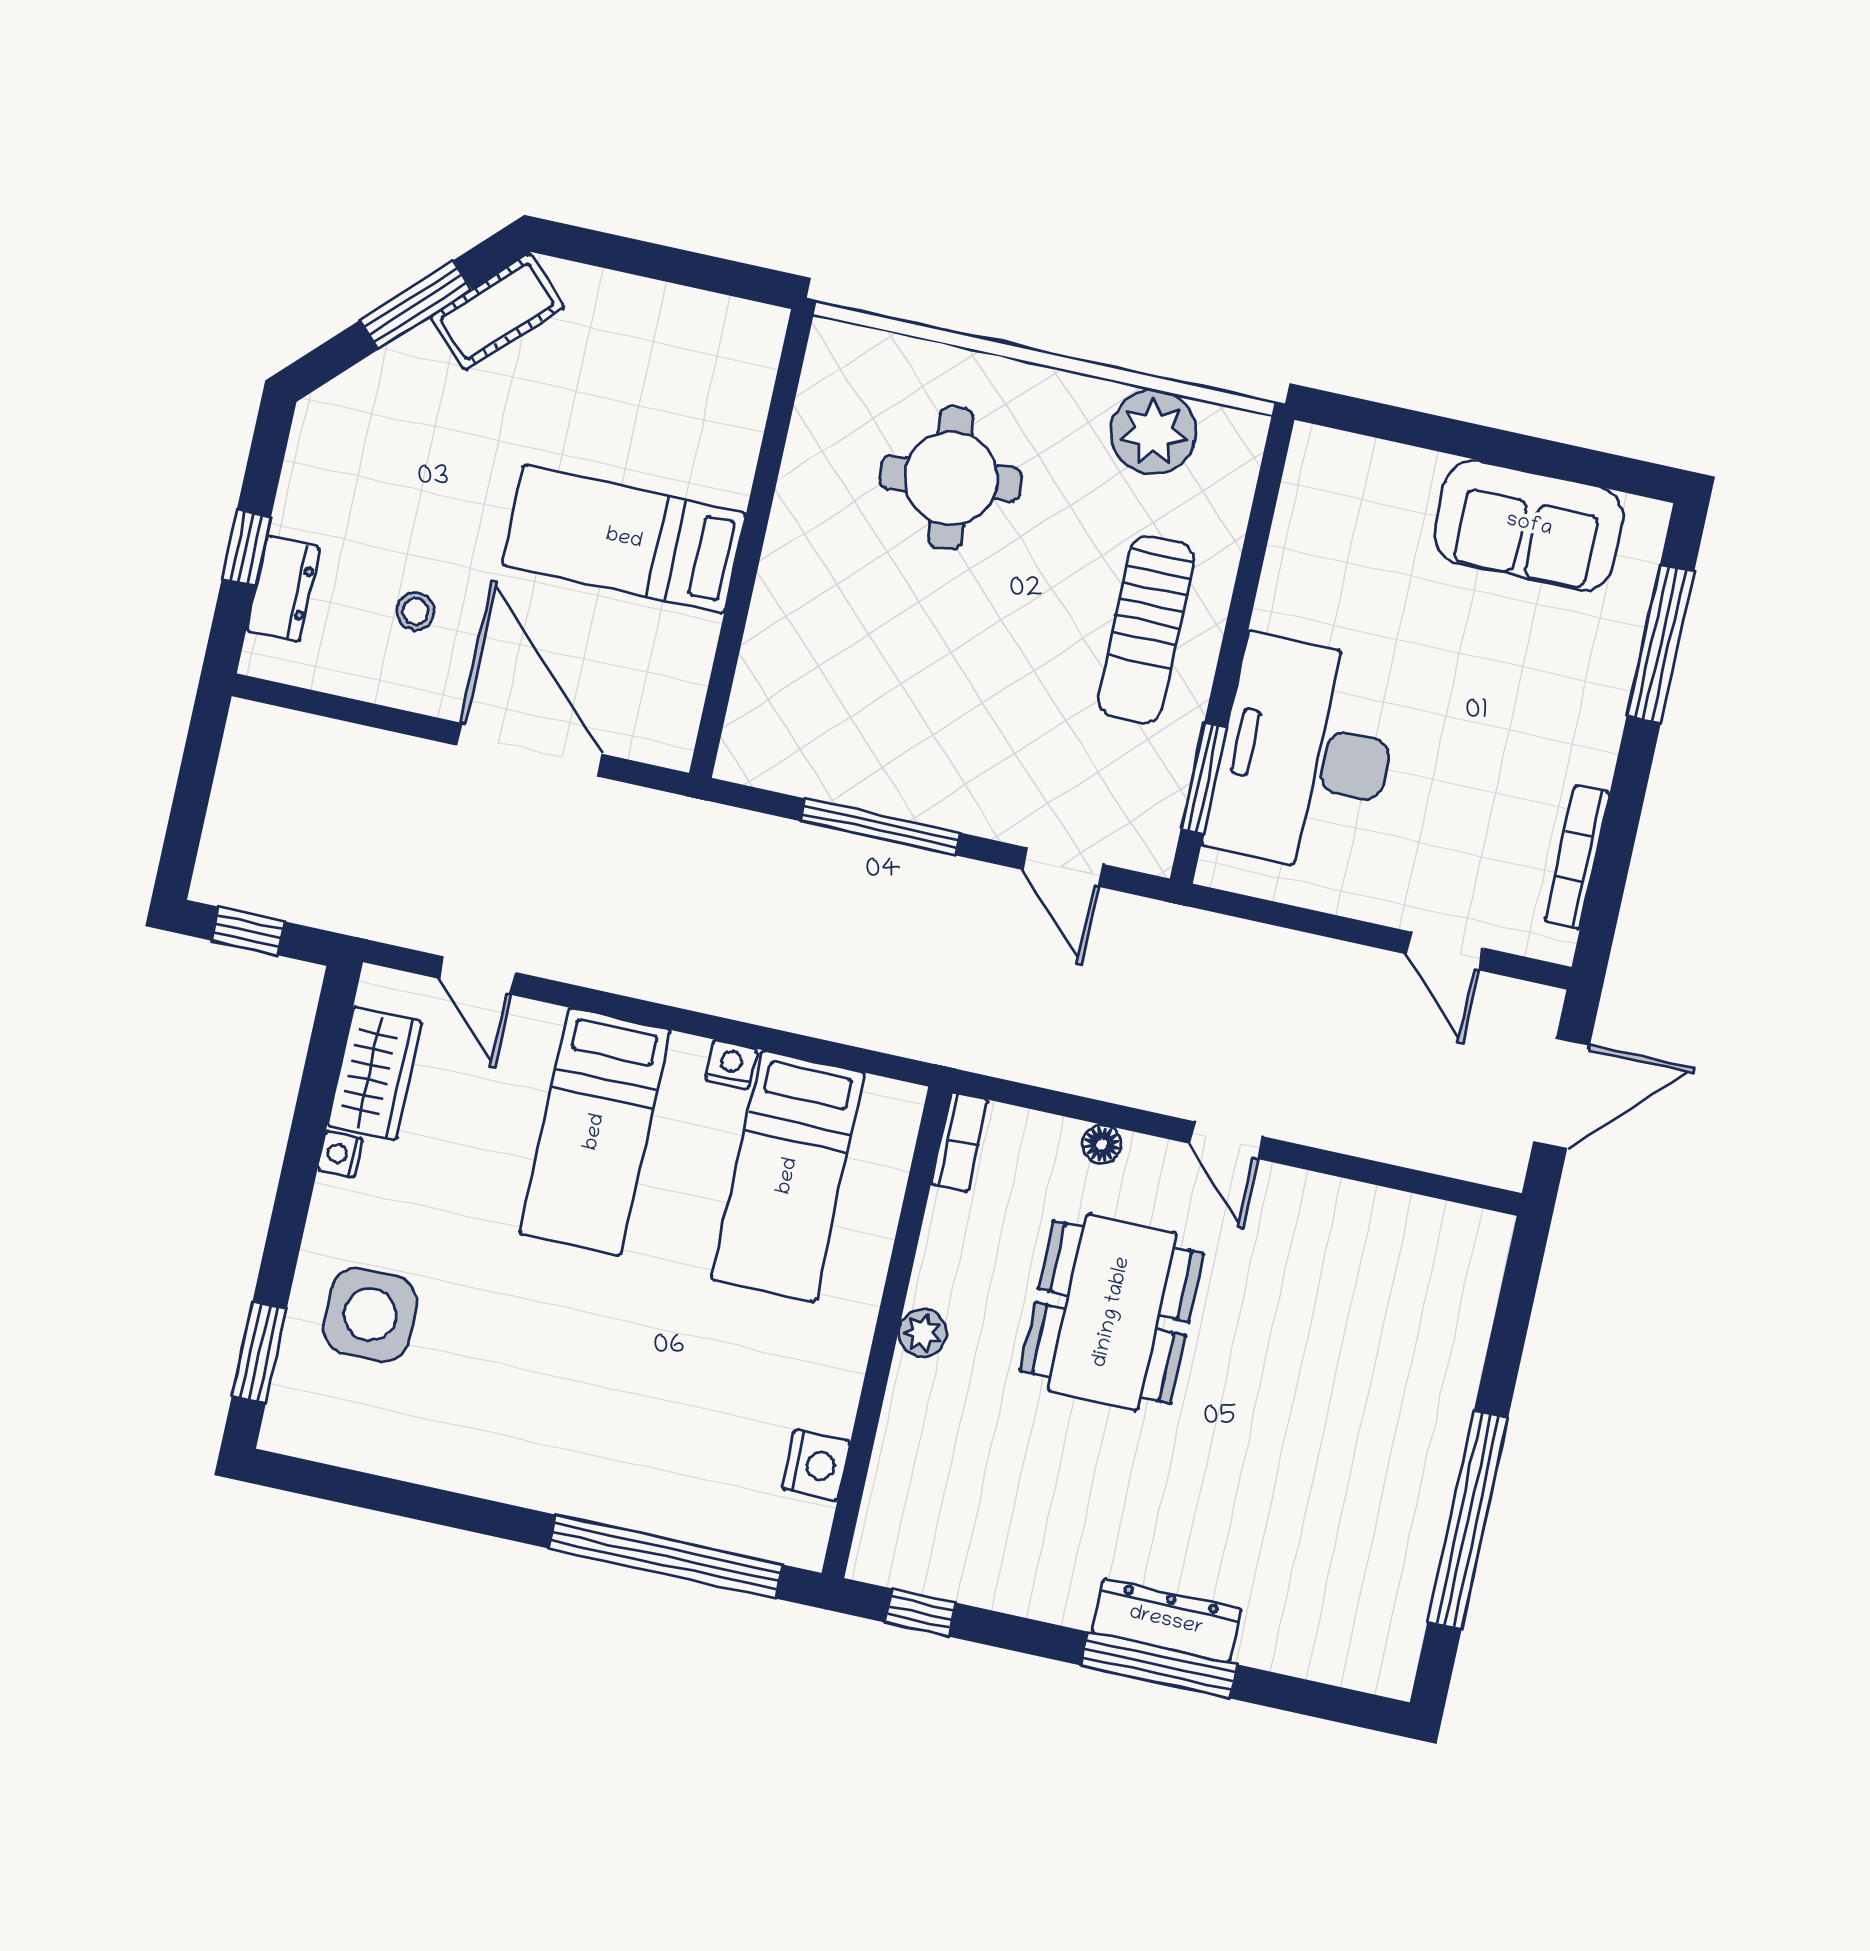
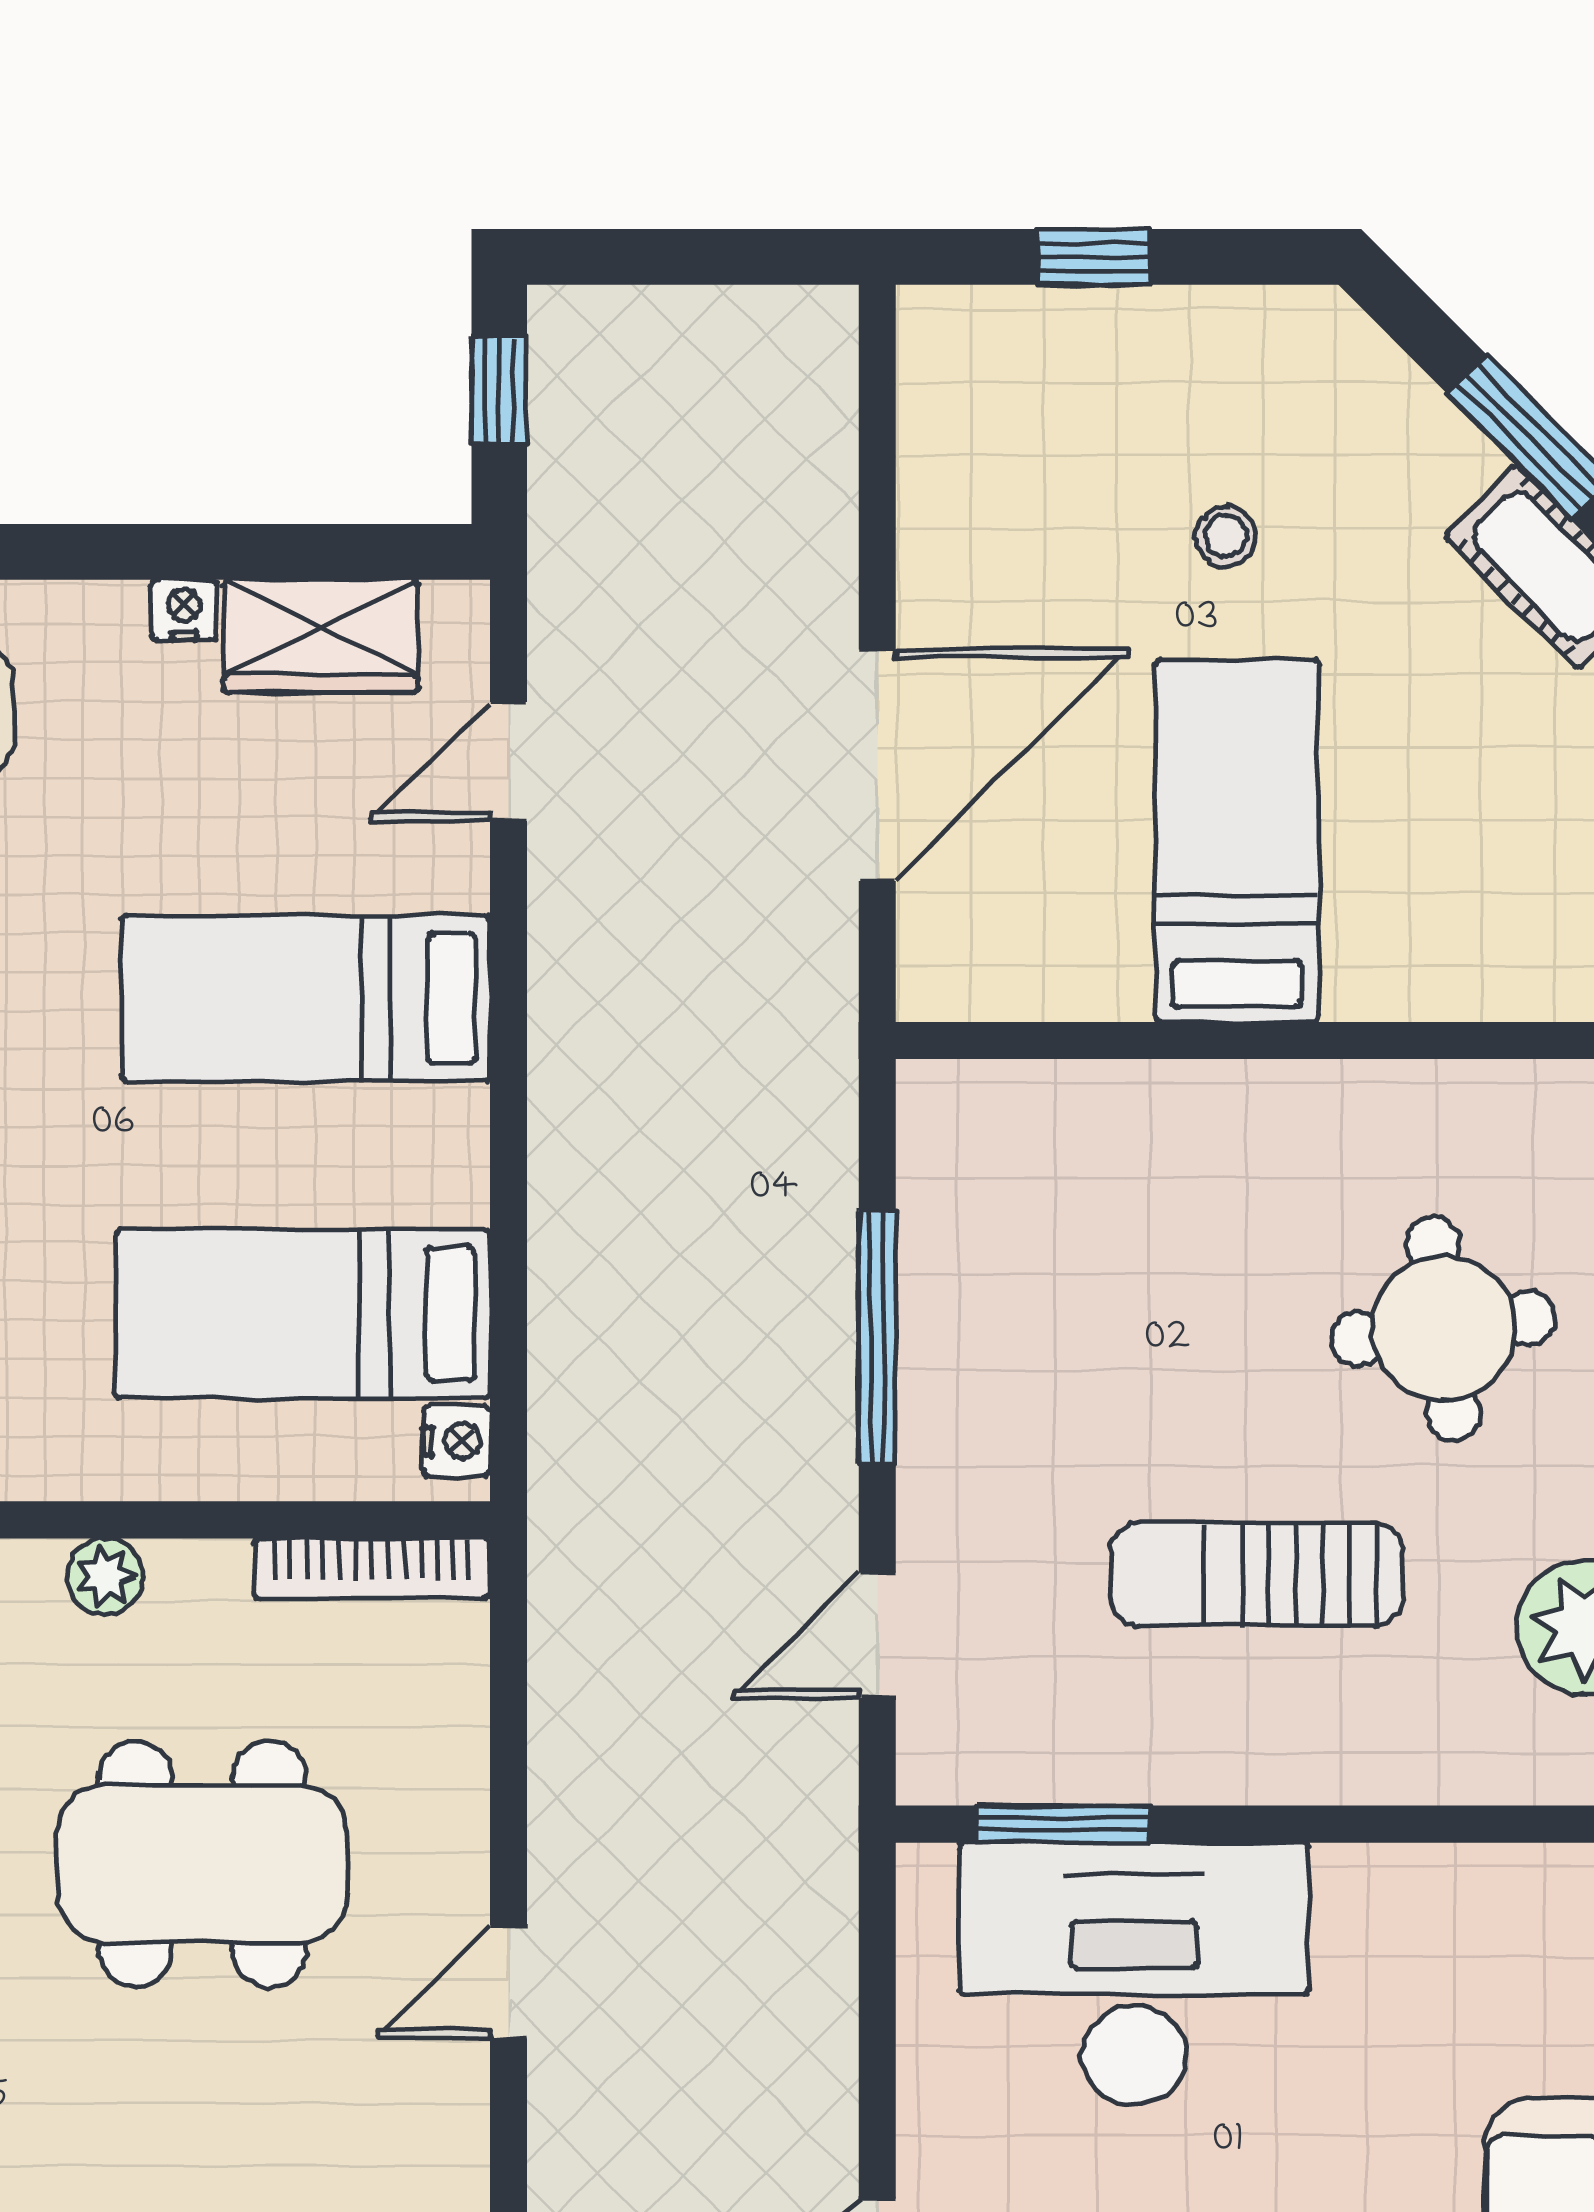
dresser: (283, 589) -> (1043, 328), removed
stool: (416, 611) -> (1226, 536), moved
sun lounger: (1146, 630) -> (1256, 1574), moved
nightstand: (731, 1065) -> (457, 1441), moved
bookcase: (959, 1142) -> (372, 1569), width x1.56
floor lamp: (1102, 1144) -> (460, 1791), removed

